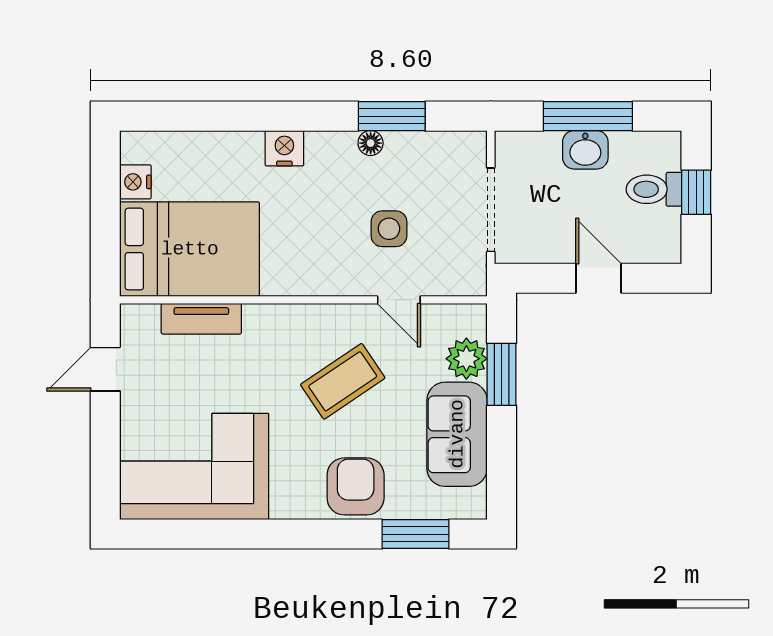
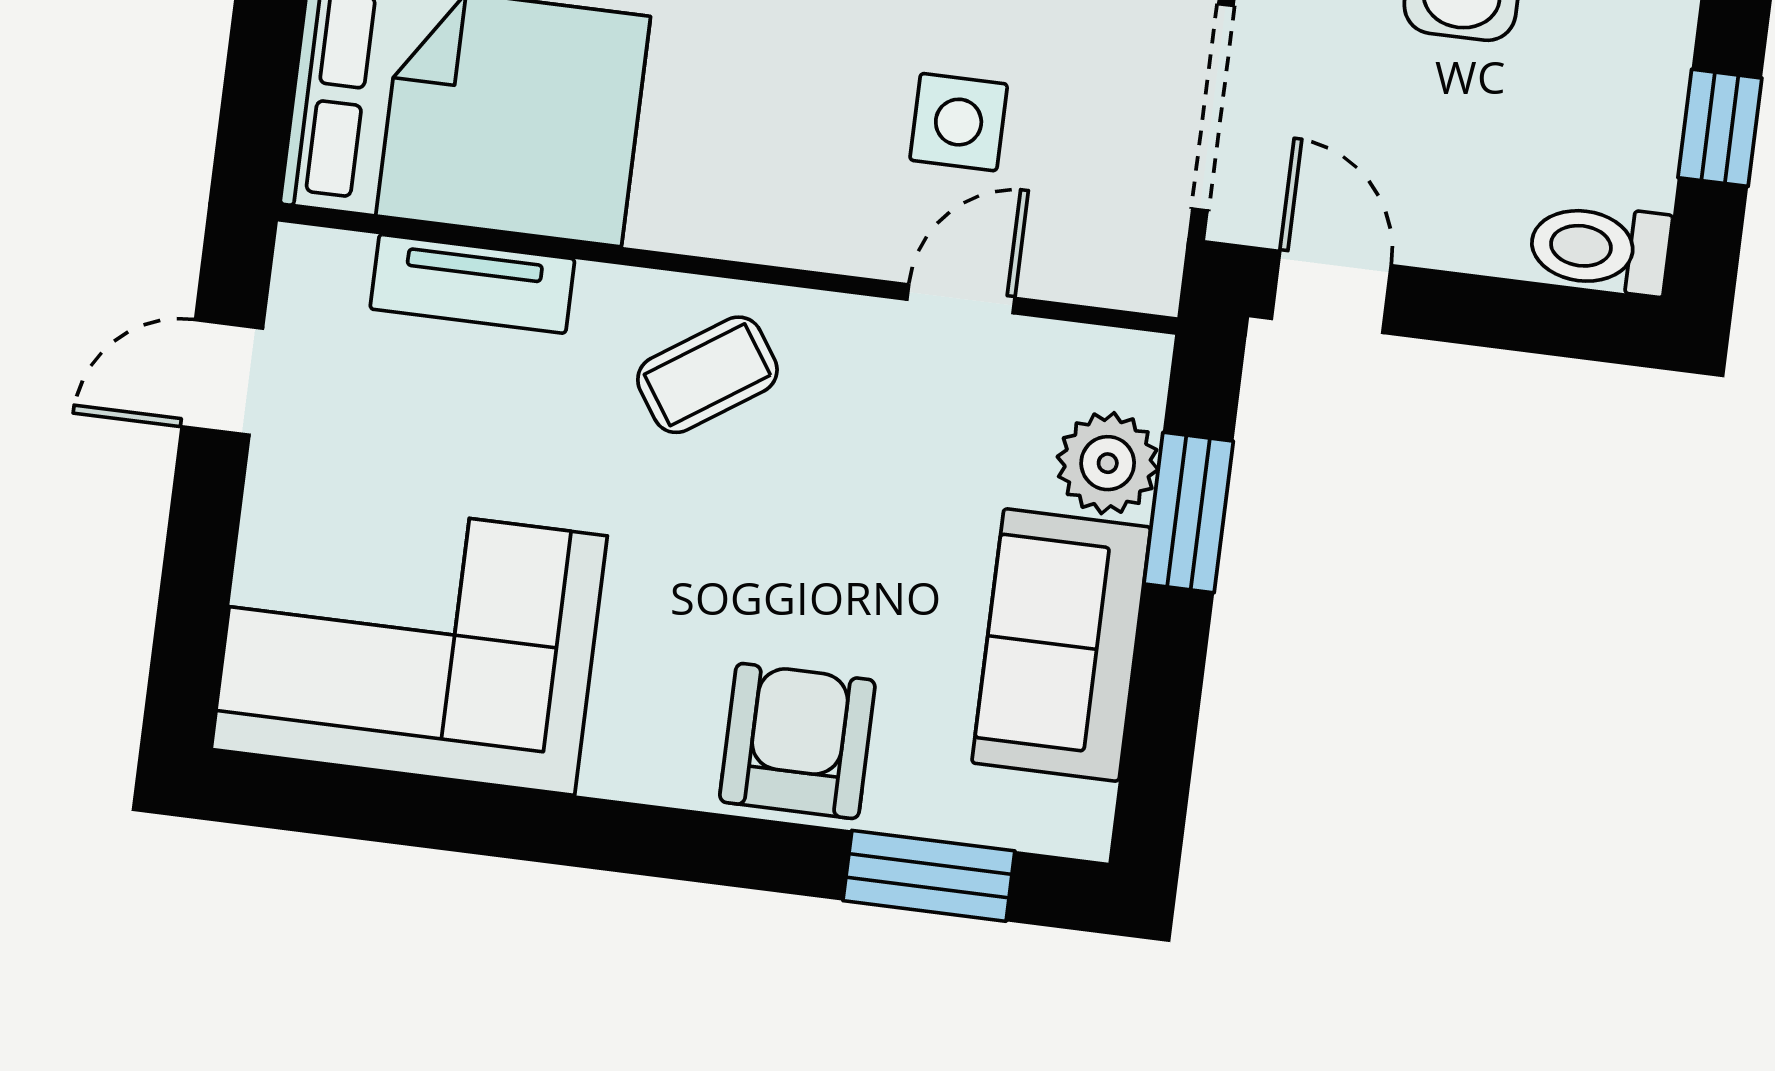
toilet: (654, 189) -> (1600, 248), moved
door: (599, 278) -> (1331, 292), moved
door: (399, 300) -> (961, 299), swing flipped
coffee table: (343, 381) -> (707, 375), moved, width x0.73, depth x0.77

